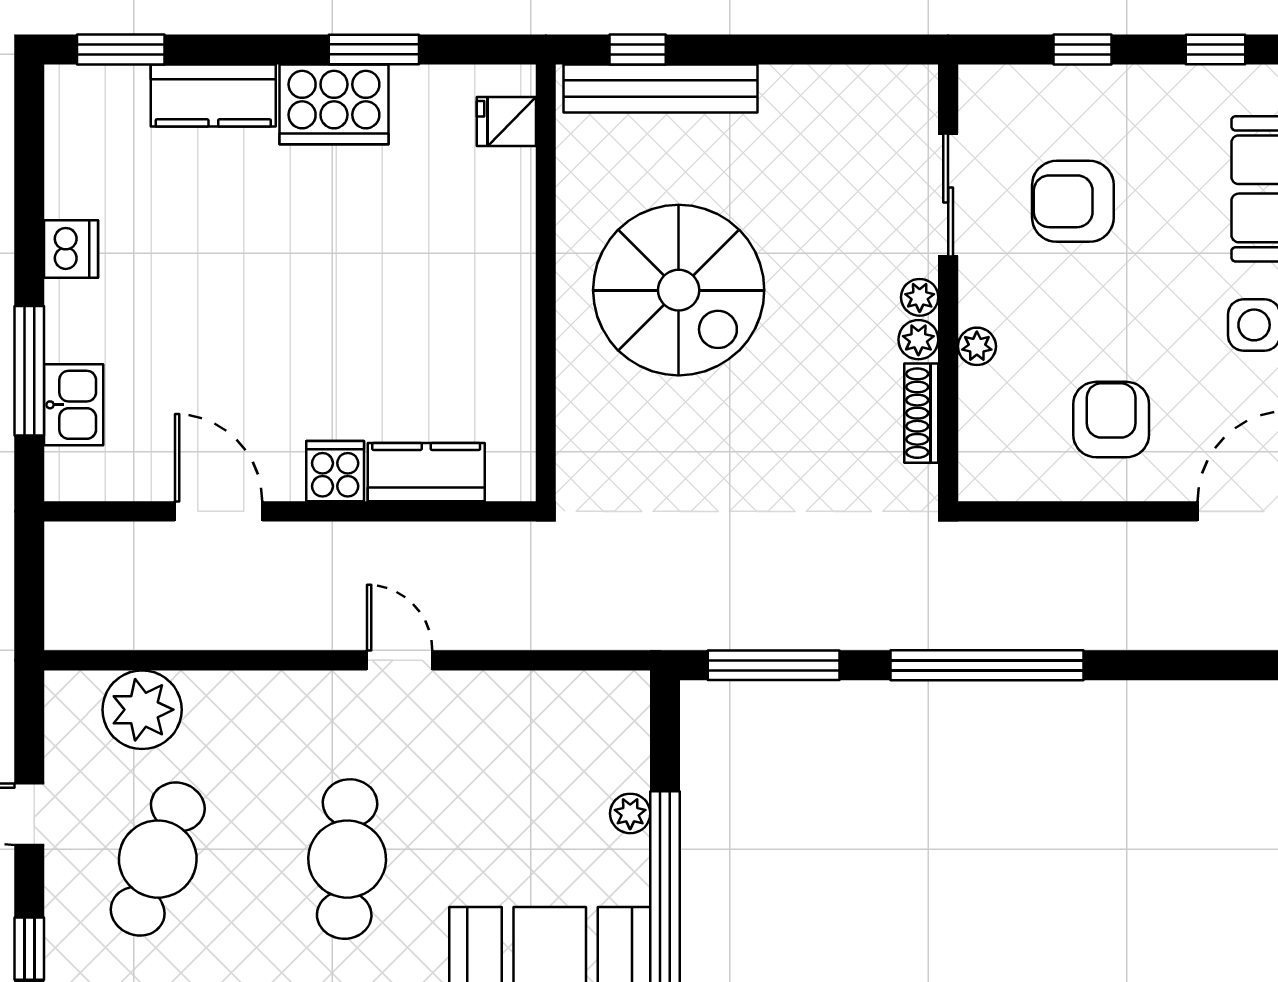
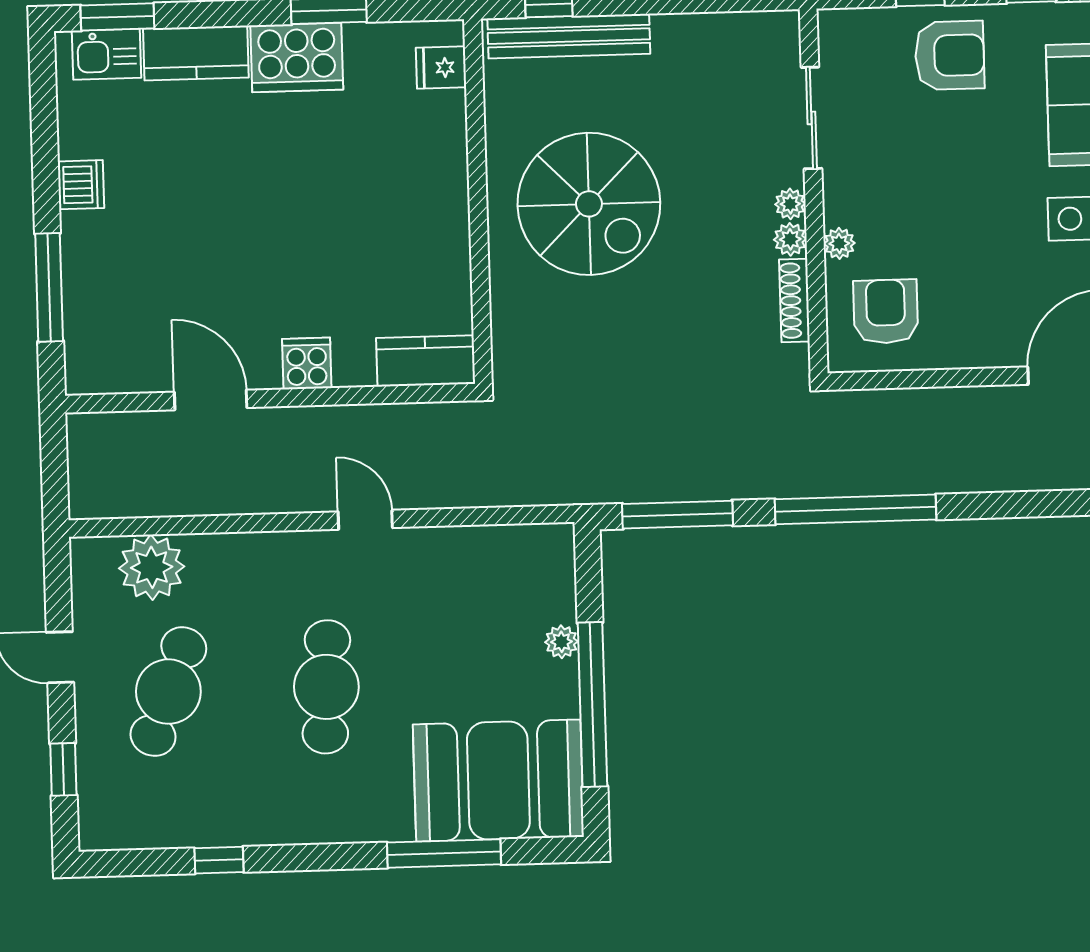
armchair: (1073, 201) -> (950, 55), moved, turned 180
kitchen sink: (74, 405) -> (107, 54), moved, turned 90
armchair: (1111, 420) -> (886, 311), moved
kitchen counter: (426, 472) -> (426, 361), moved

